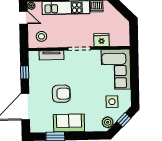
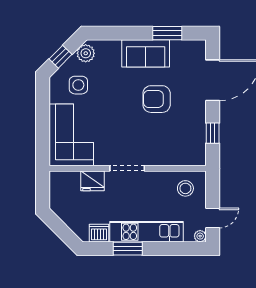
door: (23, 18) -> (213, 218), swing flipped
tv unit: (51, 55) -> (171, 159), removed

